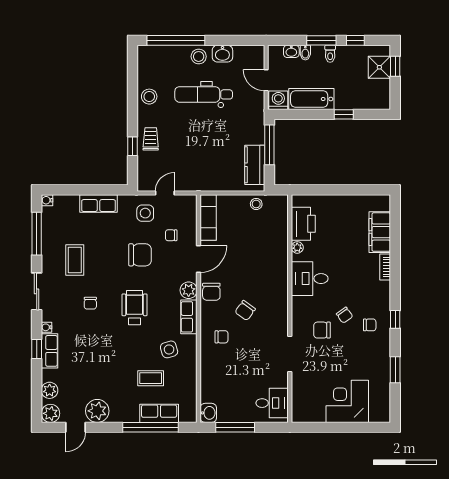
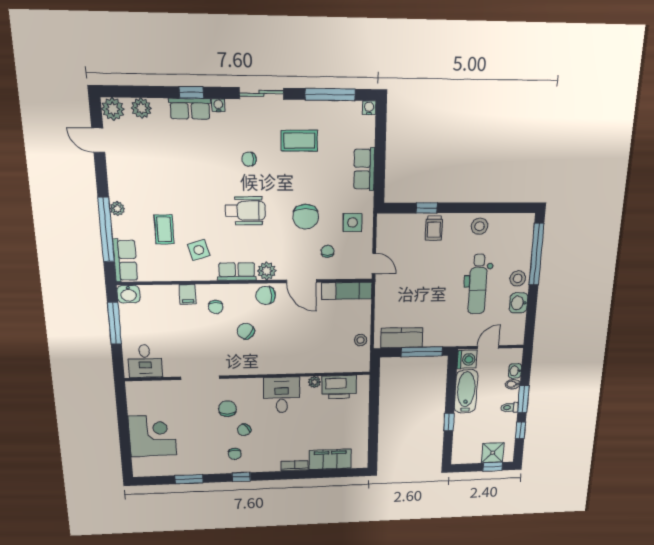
dental chair: (204, 94) -> (478, 284), turned 180
trolley: (151, 139) -> (434, 228), turned 90
door: (165, 193) -> (374, 263), moved
filing cabinet: (209, 361) -> (188, 294), added
plant: (97, 411) -> (117, 209), moved, width x0.53, depth x0.53
row of seats: (159, 413) -> (125, 260), moved

